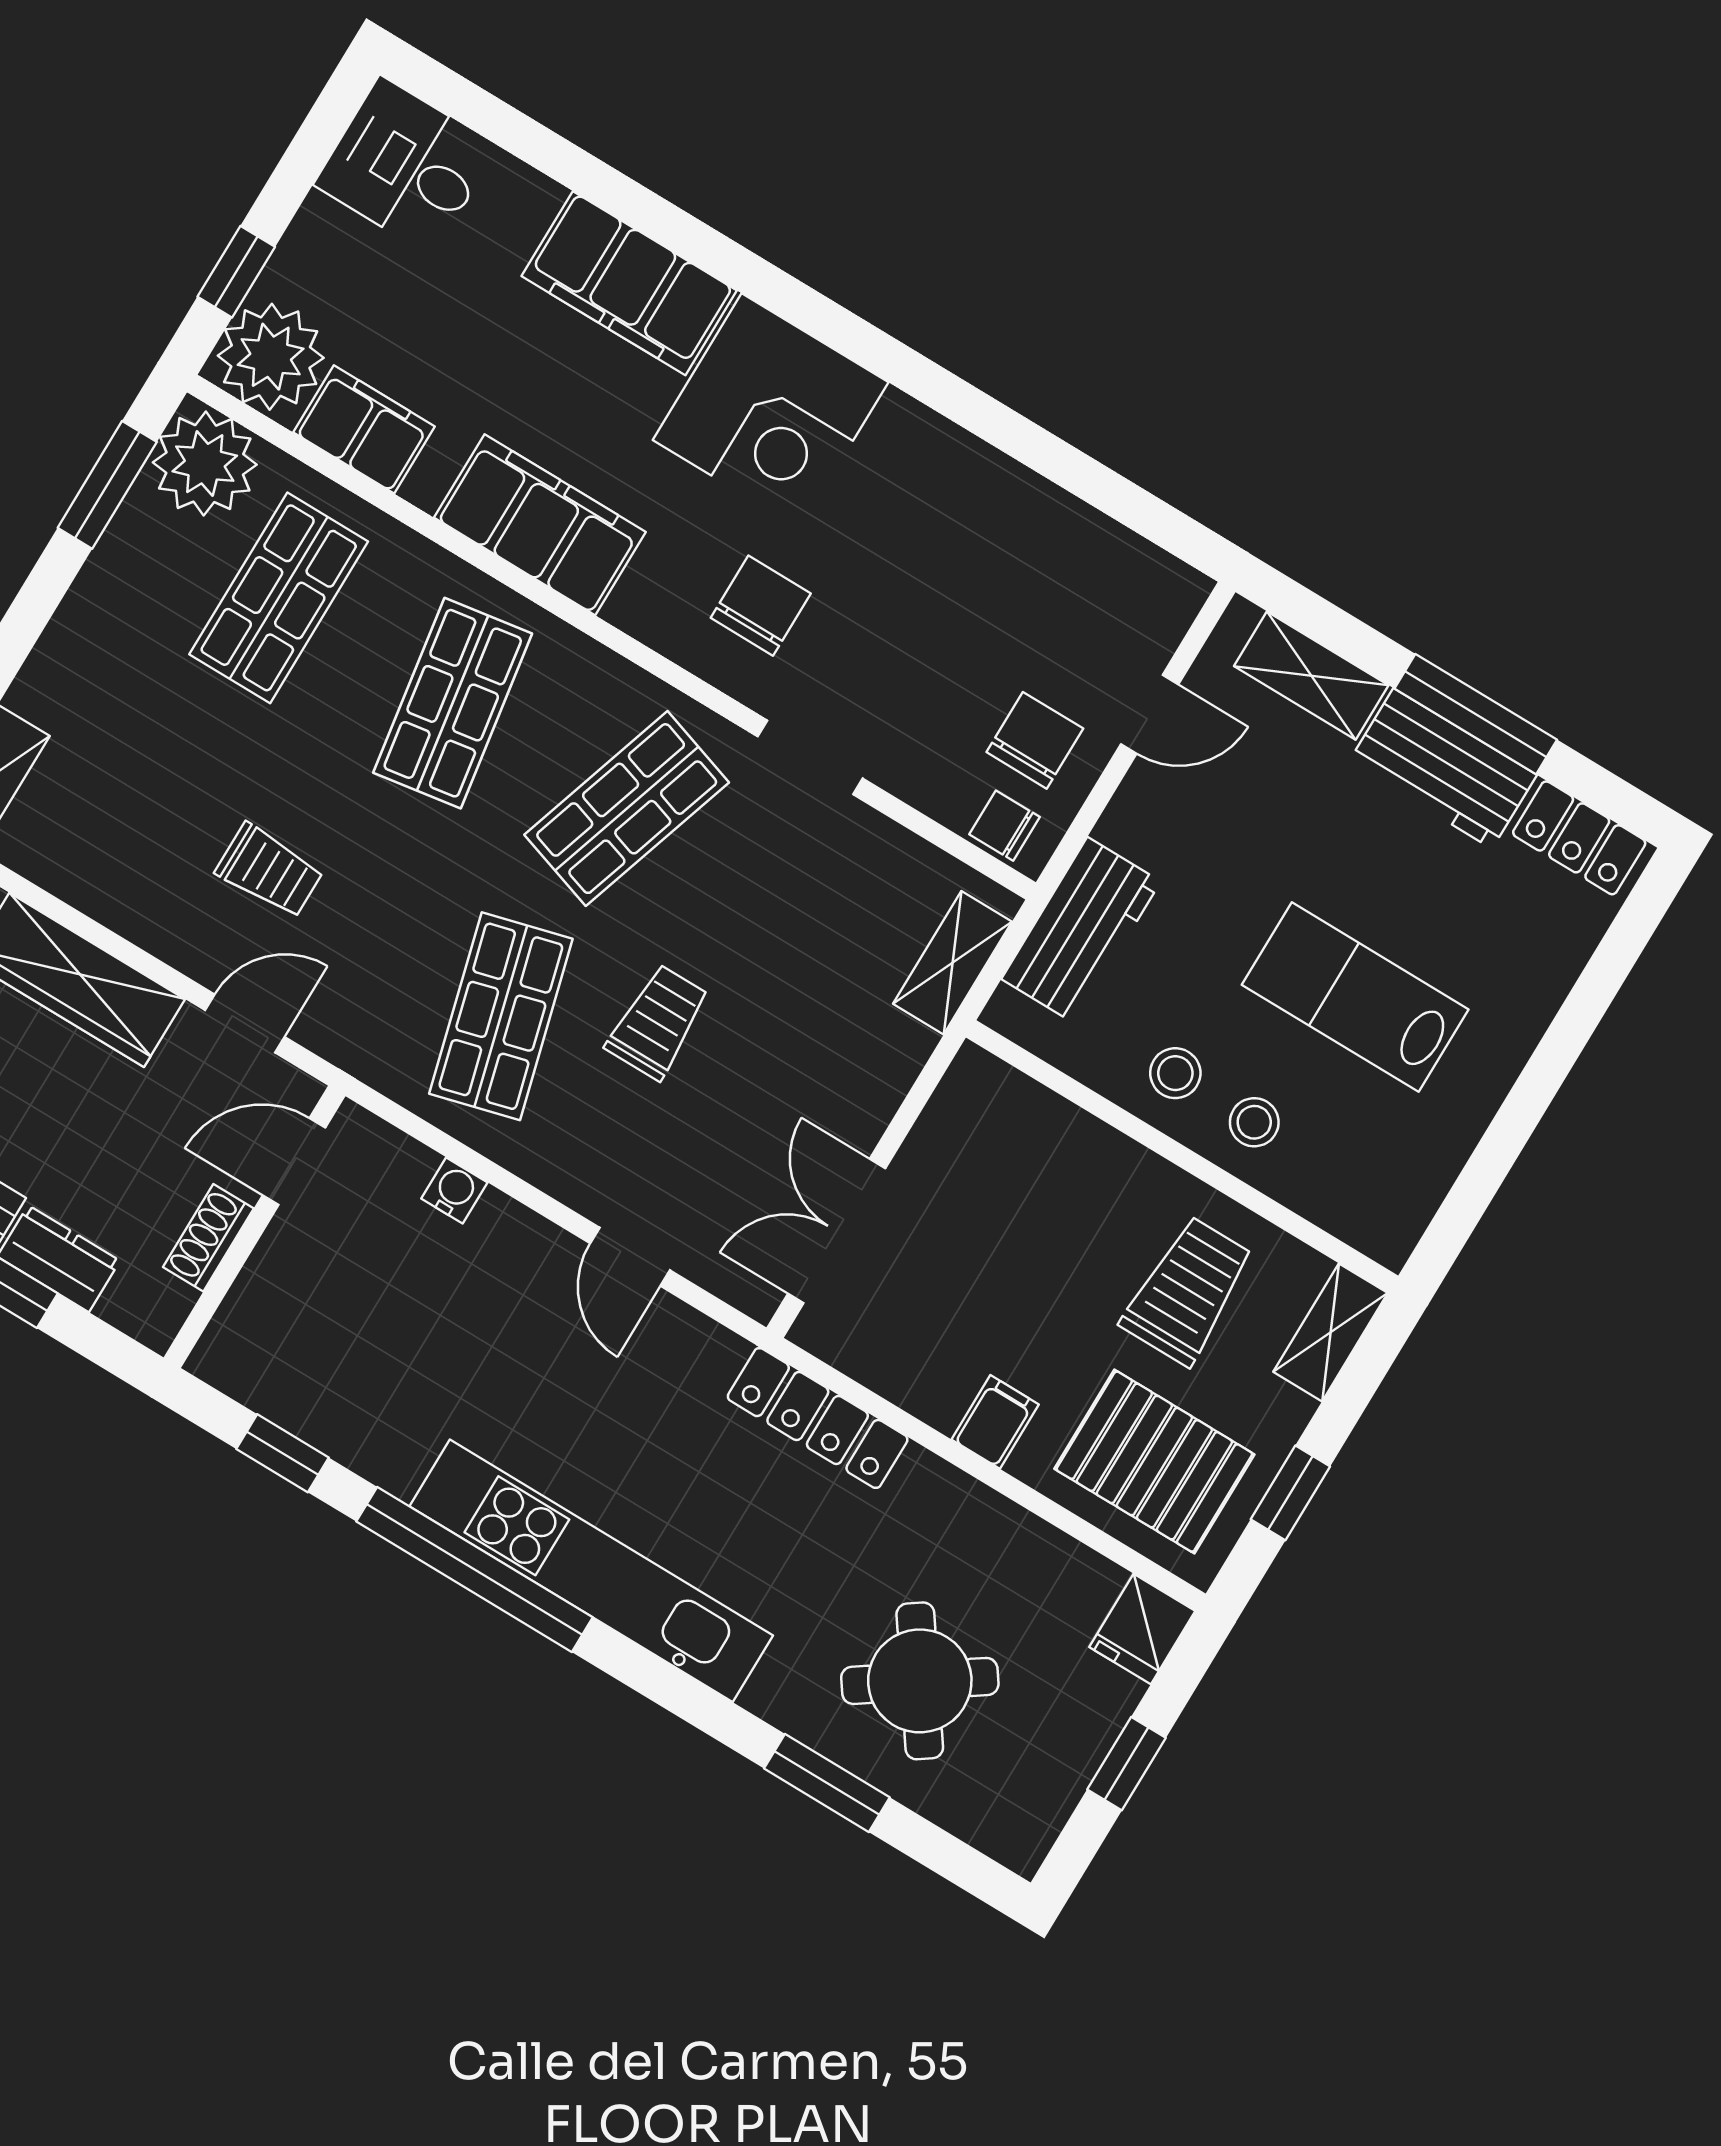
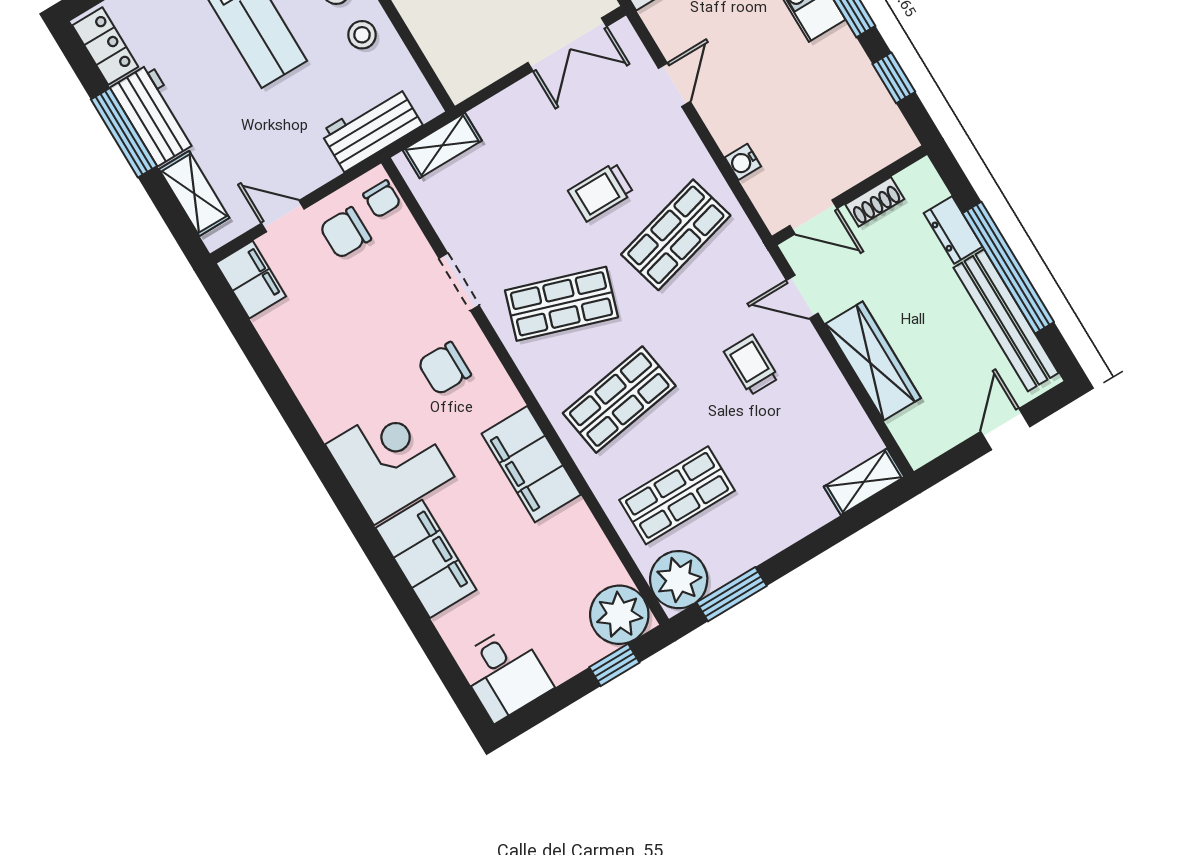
filing cabinet: (364, 429) -> (251, 280), moved, turned 180

